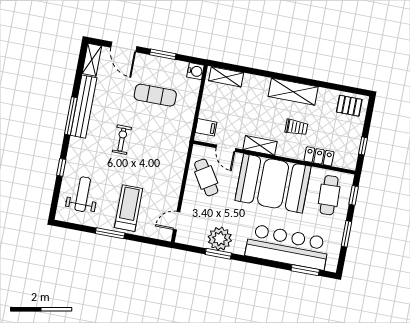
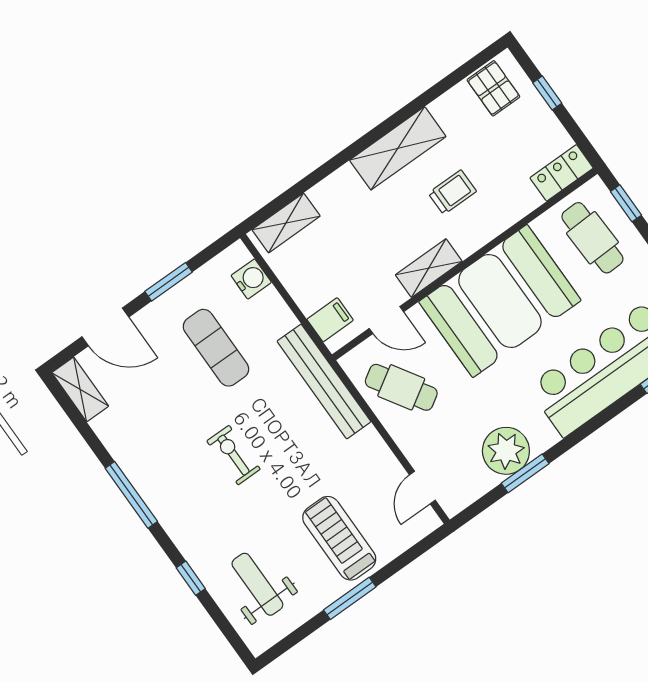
water cooler: (195, 71) -> (251, 279), moved
exercise mat: (155, 95) -> (216, 348), turned 90
pallet: (349, 106) -> (493, 88), turned 90
bench: (84, 107) -> (324, 381), moved
window: (363, 146) -> (547, 93), moved
locker: (319, 156) -> (562, 173), moved

